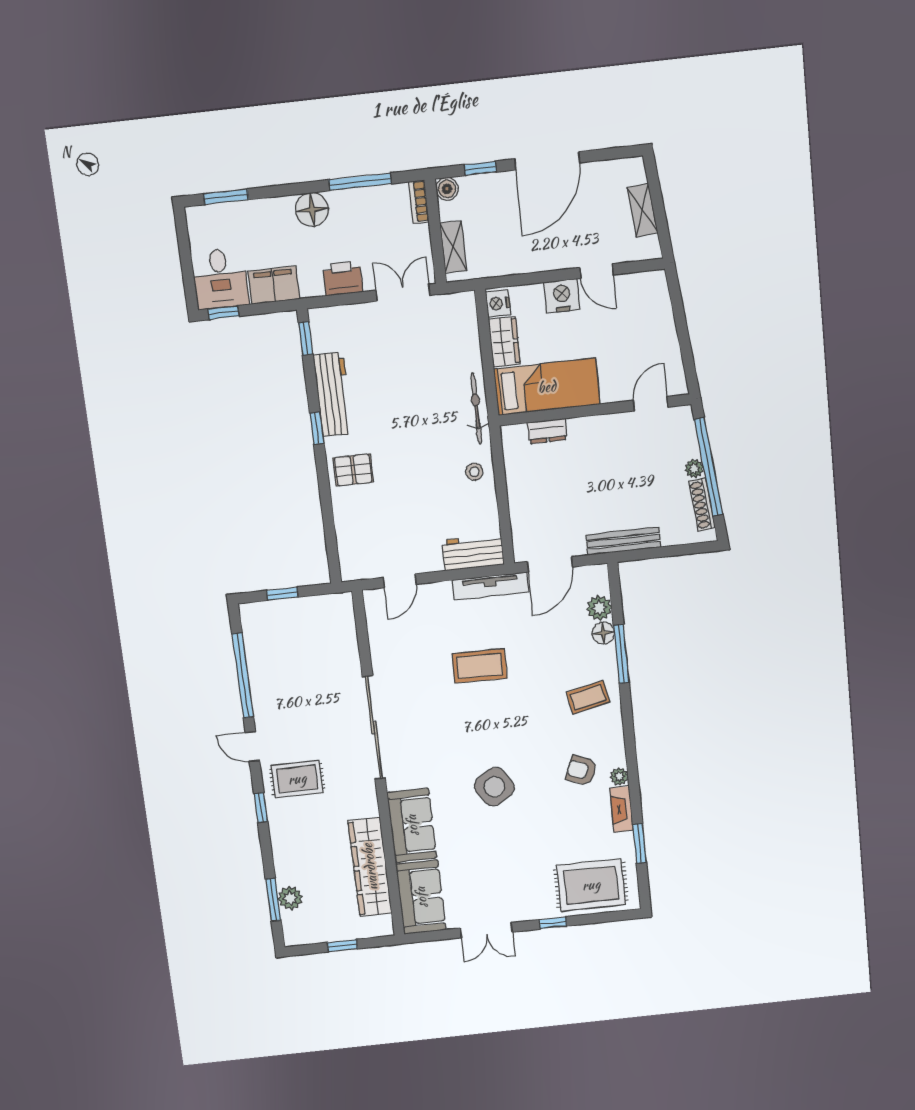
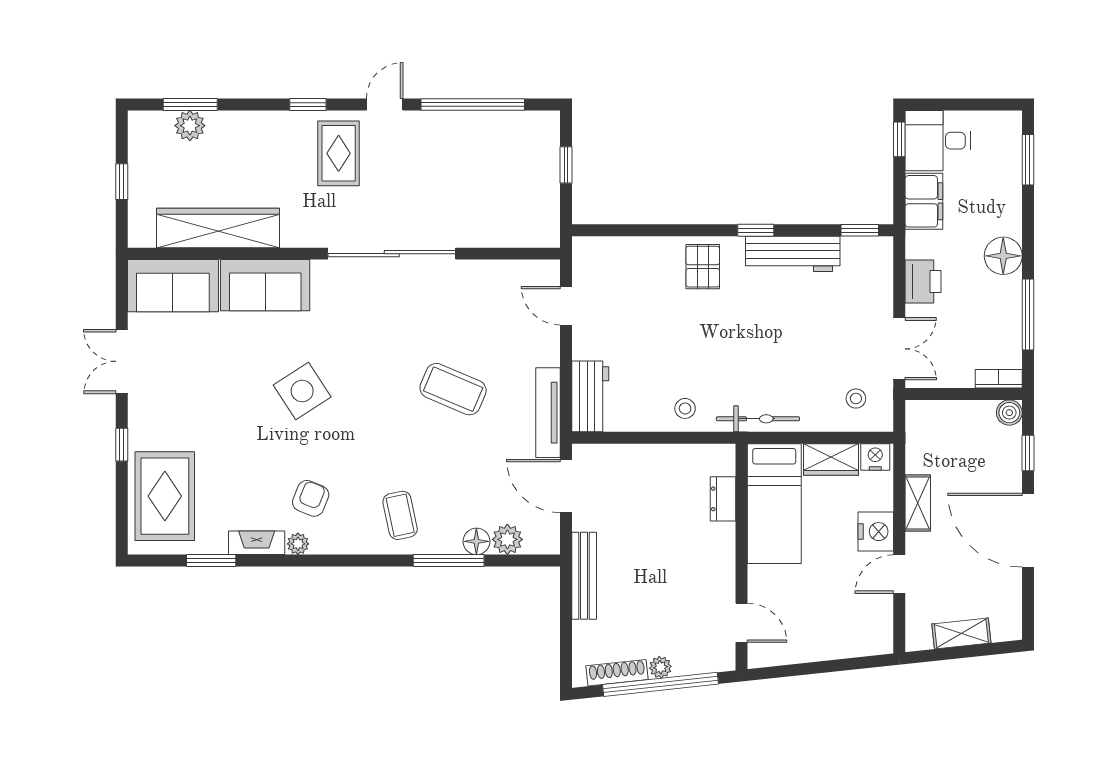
shelving: (453, 247) -> (918, 503), moved, turned 90
stool: (450, 326) -> (856, 399), added
coffee table: (479, 666) -> (453, 389), turned -68

